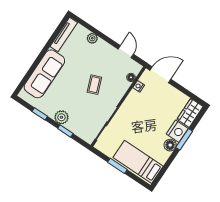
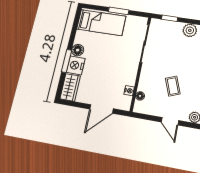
door: (126, 52) -> (170, 121), moved
door: (160, 75) -> (101, 109), moved
coffee table: (94, 85) -> (173, 86), moved
window: (65, 131) -> (169, 18), moved

